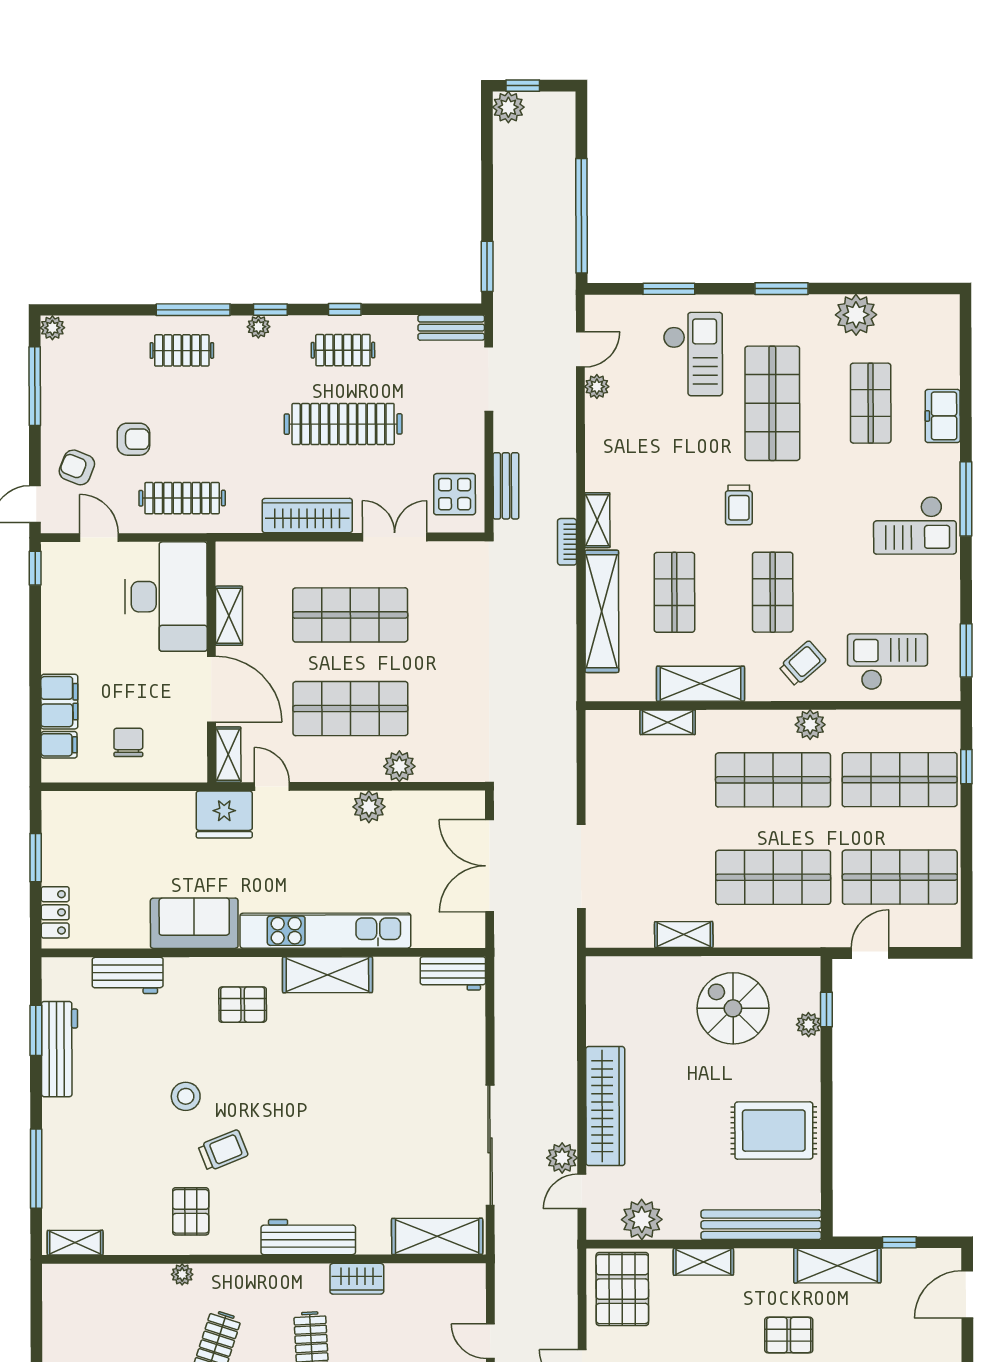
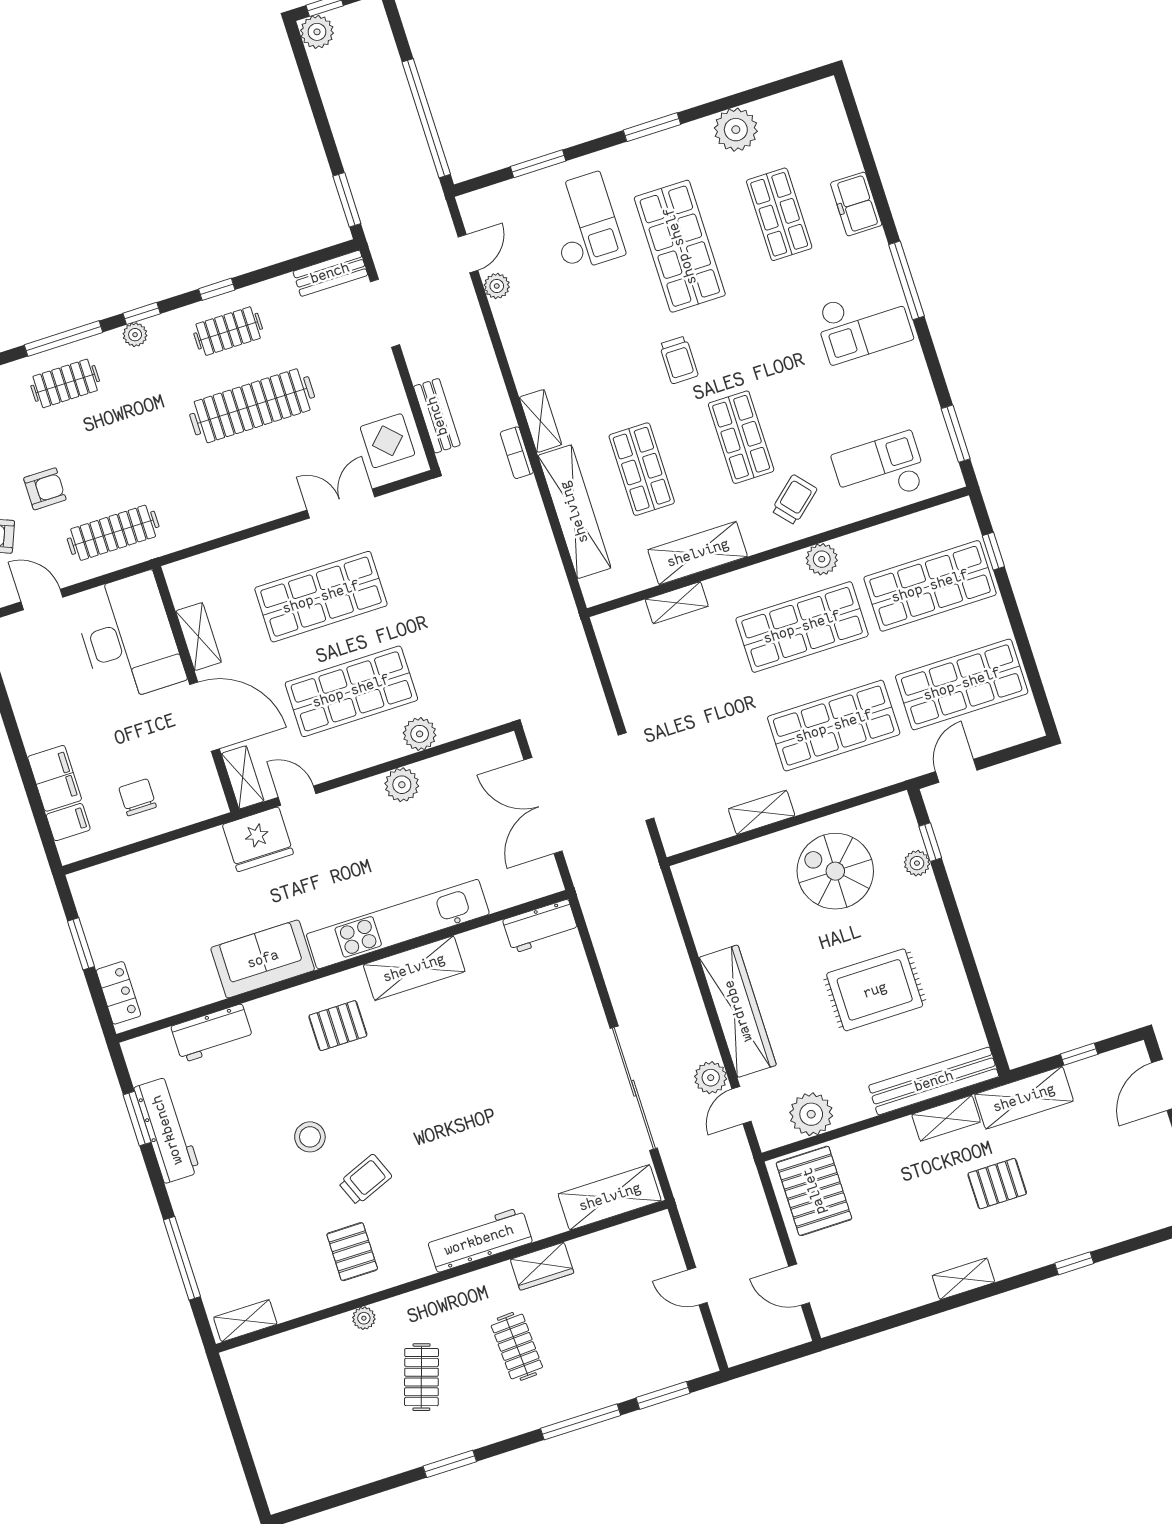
wardrobe: (307, 516) -> (245, 510), removed
rug: (774, 1131) -> (875, 990), moved
shelving: (703, 1262) -> (946, 1118), moved

